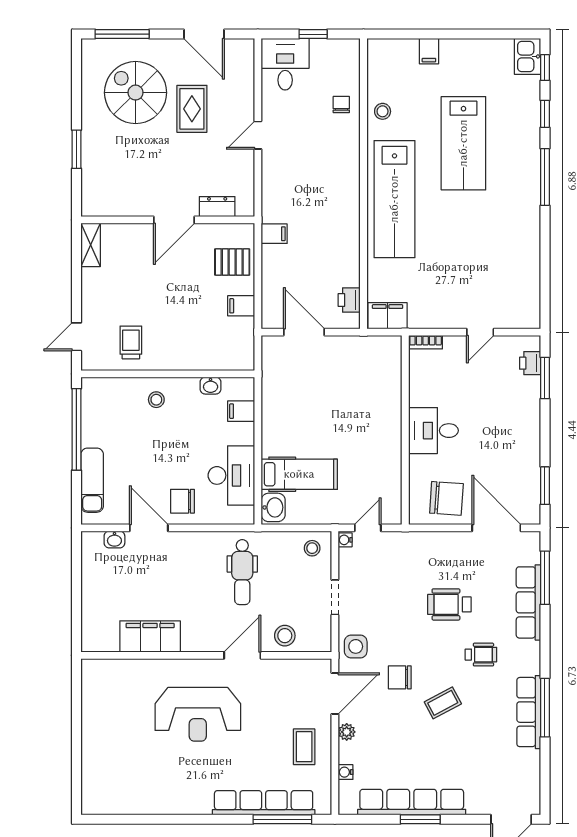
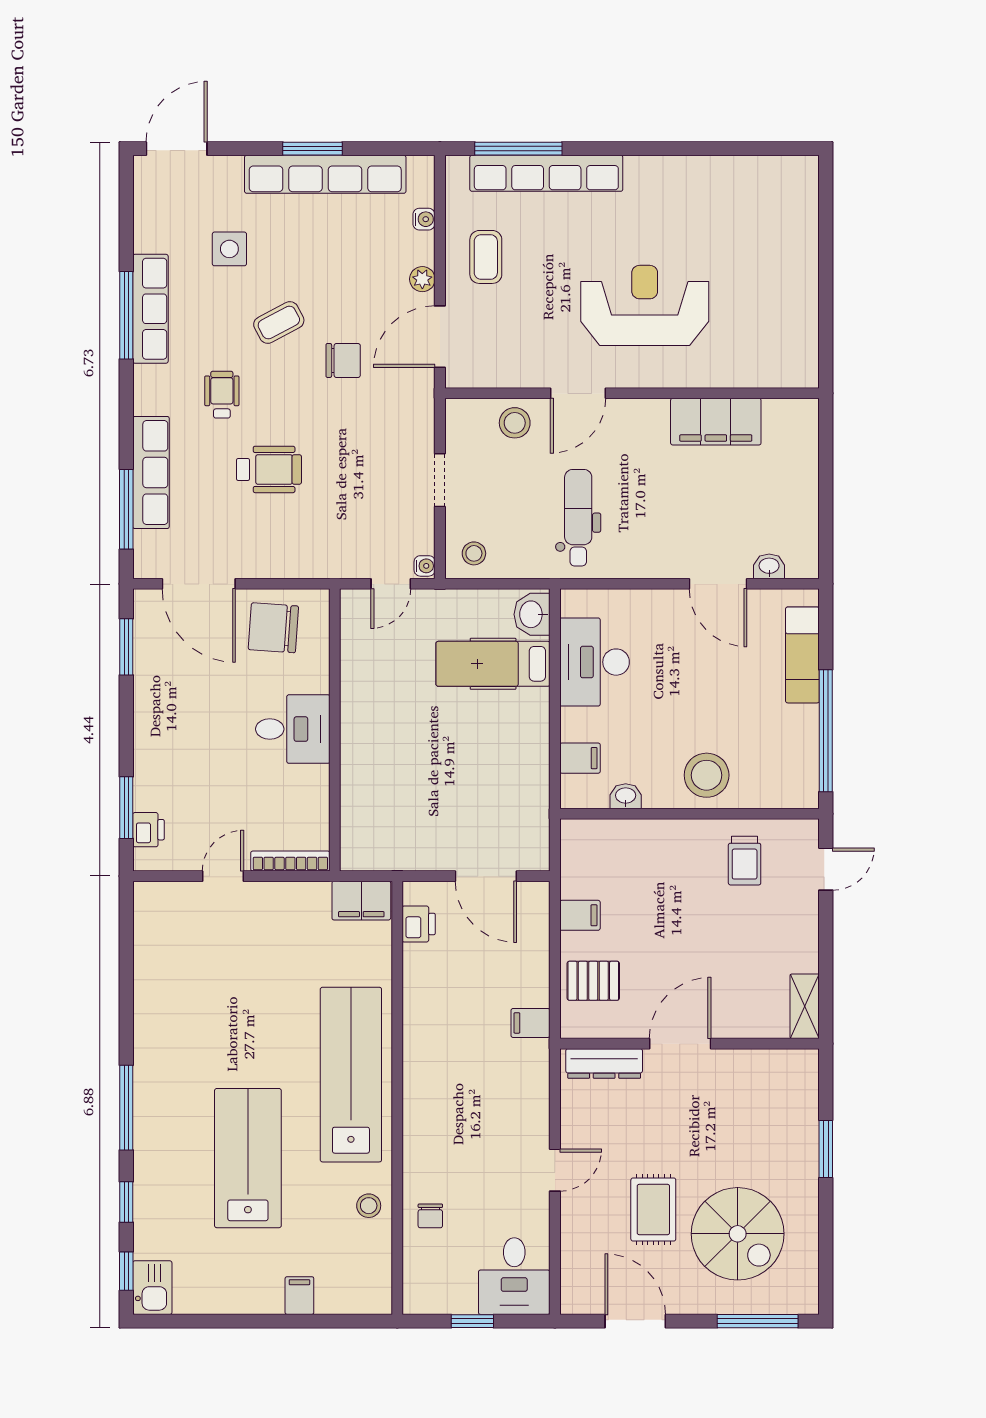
dresser: (217, 207) -> (604, 1063), width x1.44
bookcase: (426, 342) -> (290, 861), width x1.56
stool: (156, 400) -> (707, 775), width x1.89, depth x1.89
chair: (182, 501) -> (668, 624), removed
side table: (356, 646) -> (229, 249), moved
wheelchair: (481, 655) -> (222, 395), turned 90

